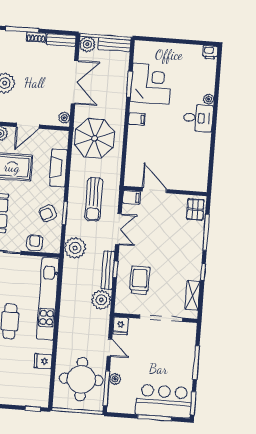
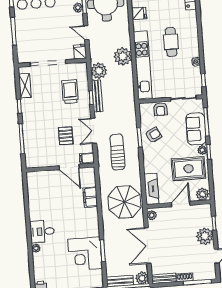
filing cabinet: (137, 119) -> (90, 197), moved, width x2.00
fireplace: (58, 168) -> (151, 189), moved
pallet: (195, 210) -> (66, 136), moved
plant: (75, 248) -> (123, 56), moved
trolley: (140, 280) -> (70, 91), turned 180

